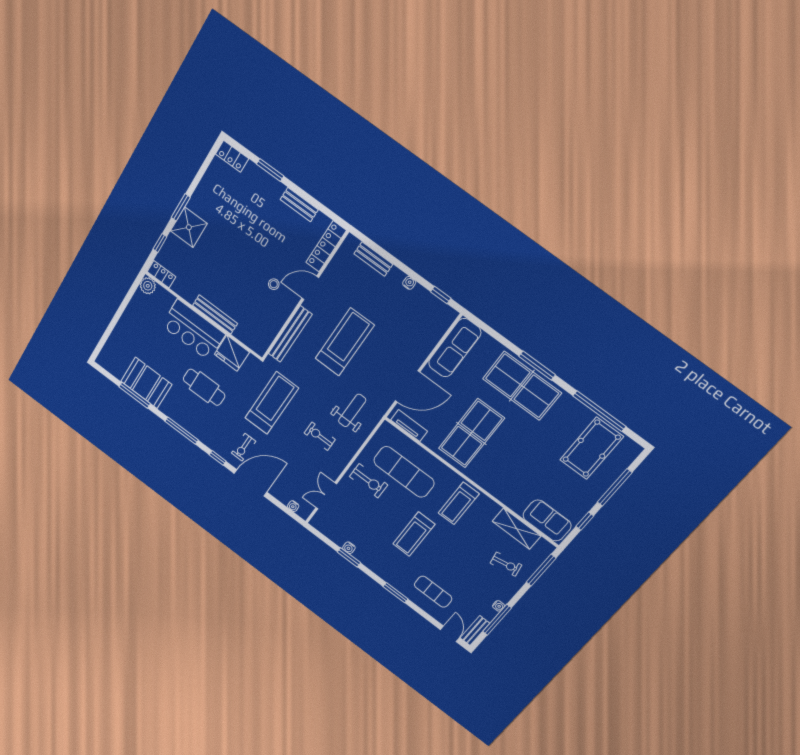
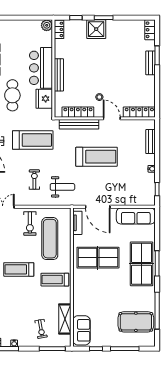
bench: (299, 205) -> (151, 63), moved
locker: (275, 324) -> (78, 112), added

